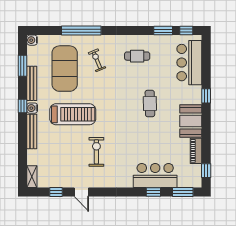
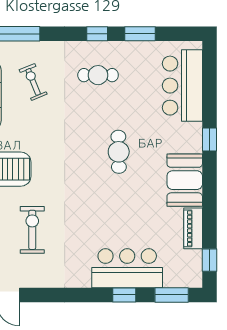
window: (186, 31) -> (97, 34), moved

